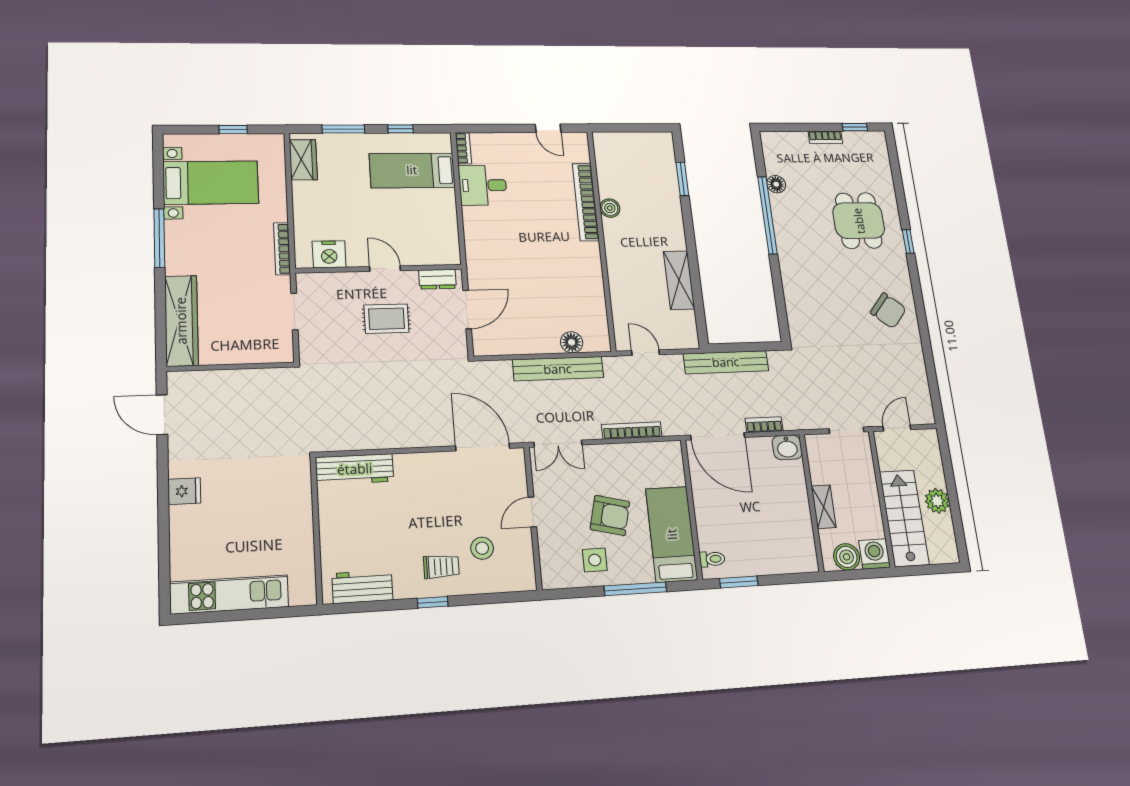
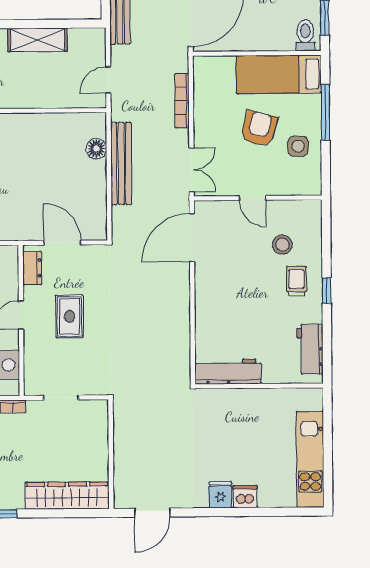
workbench: (355, 469) -> (228, 372), moved, turned -90
dishwasher: (182, 520) -> (245, 497), added
toilet: (712, 559) -> (305, 35), width x1.37, depth x1.39

